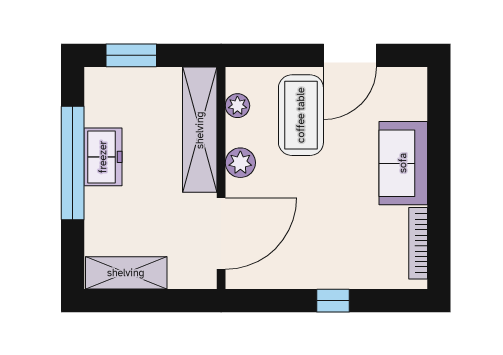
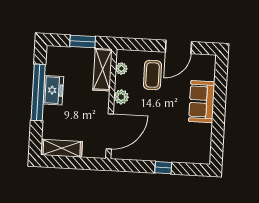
window: (131, 55) -> (83, 42), moved
coffee table: (301, 115) -> (152, 75), width x0.73, depth x0.76
shelving: (200, 130) -> (103, 70), width x0.68
bookcase: (418, 243) -> (207, 142), removed

